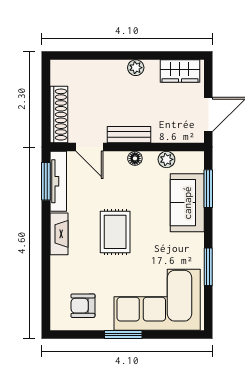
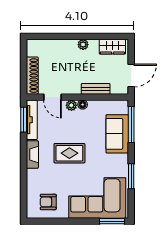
bench: (129, 135) -> (96, 89), moved
plant: (166, 159) -> (71, 105), moved
window: (208, 189) -> (131, 125), width x1.44
rug: (115, 232) -> (69, 153), turned 90
window: (123, 334) -> (112, 221), moved

